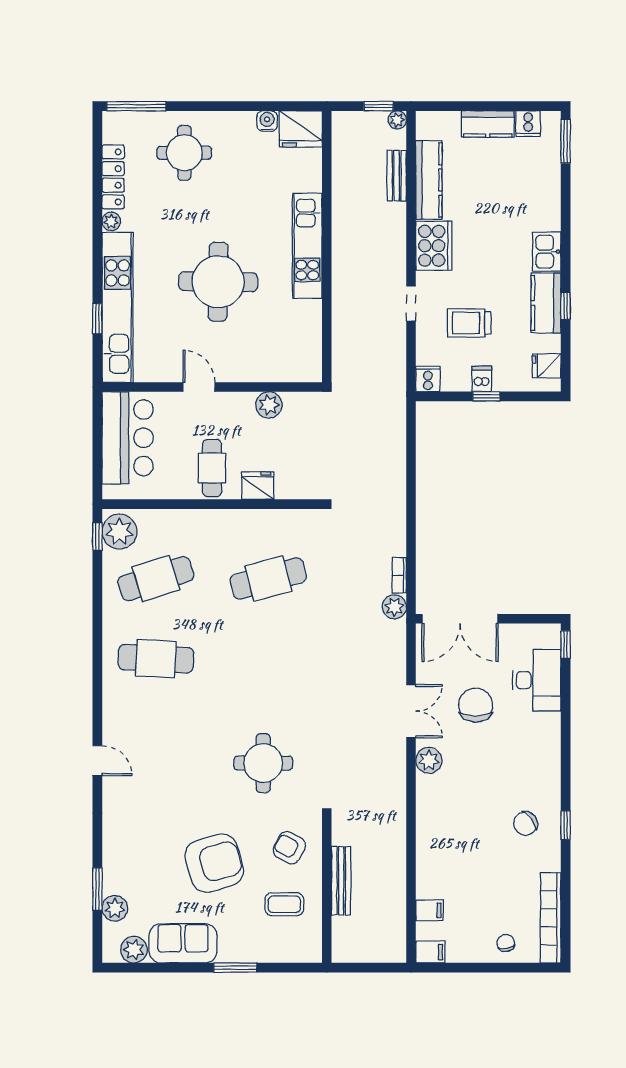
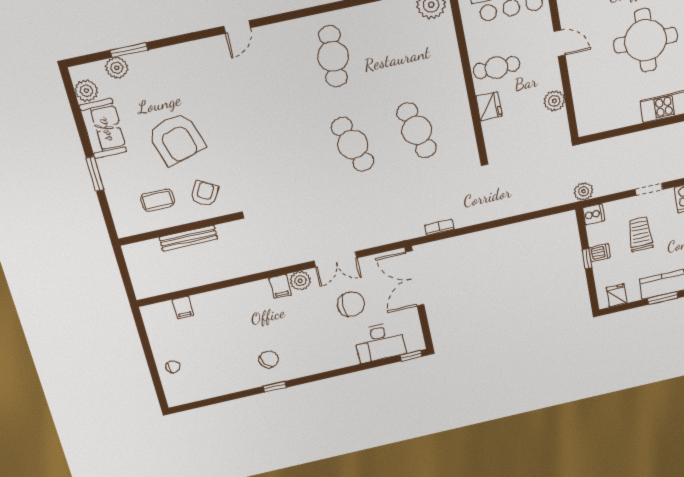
window: (566, 306) -> (663, 298), width x1.50
door: (199, 387) -> (560, 43), hinge flipped
cafe table: (156, 578) -> (353, 144), moved
plant: (394, 607) -> (583, 191), moved
round table: (263, 763) -> (268, 159), removed
chair: (525, 824) -> (269, 359), turned 91
coffee table: (284, 904) -> (158, 200), turned 90
bookcase: (551, 918) -> (201, 393), removed
filing cabinet: (430, 952) -> (280, 286), moved

